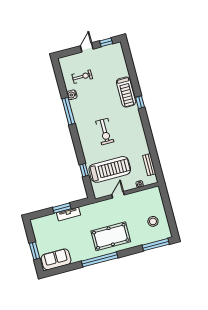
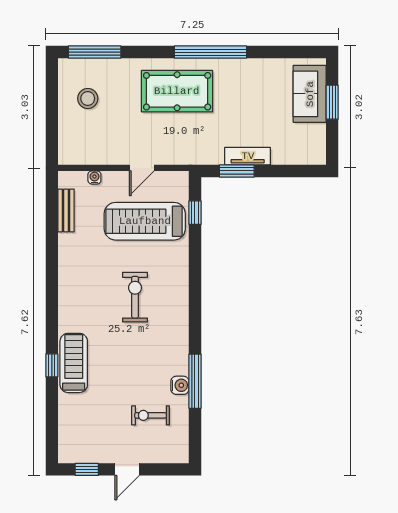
window: (140, 102) -> (52, 365), moved
window: (68, 111) -> (195, 381), moved
window: (84, 170) -> (195, 213), moved
window: (62, 208) -> (237, 171), moved
sofa: (56, 259) -> (310, 94), moved, turned 90

